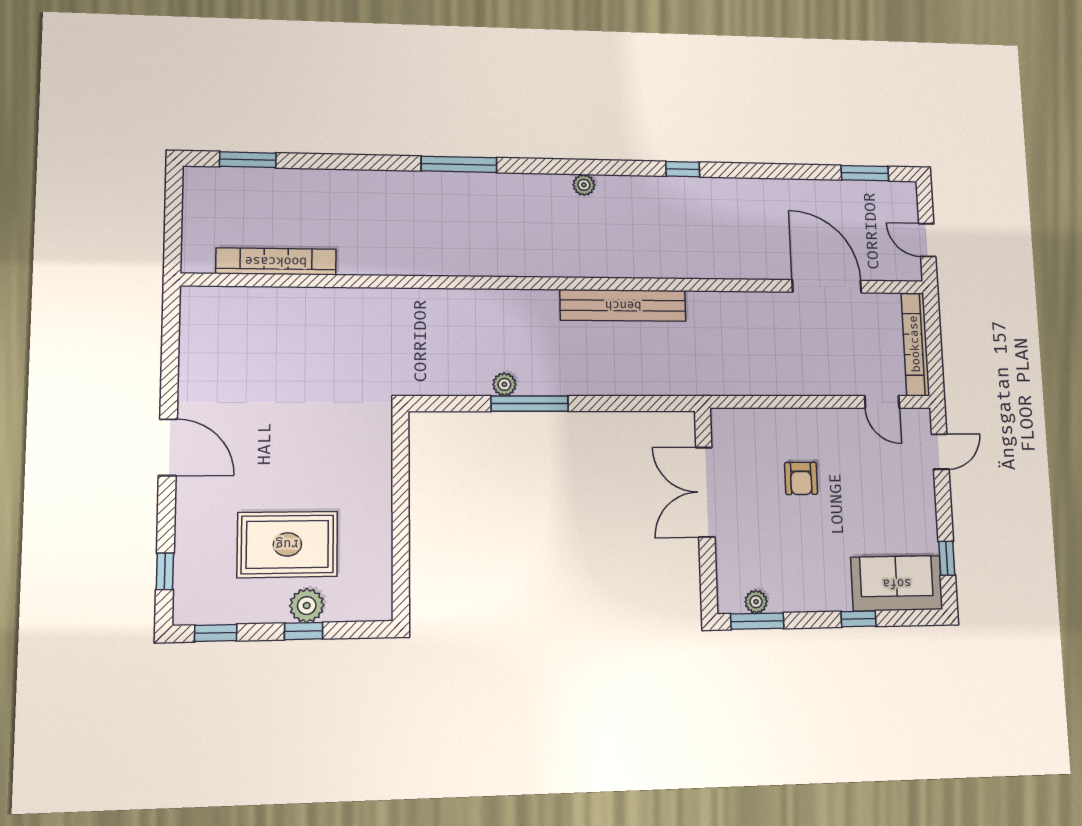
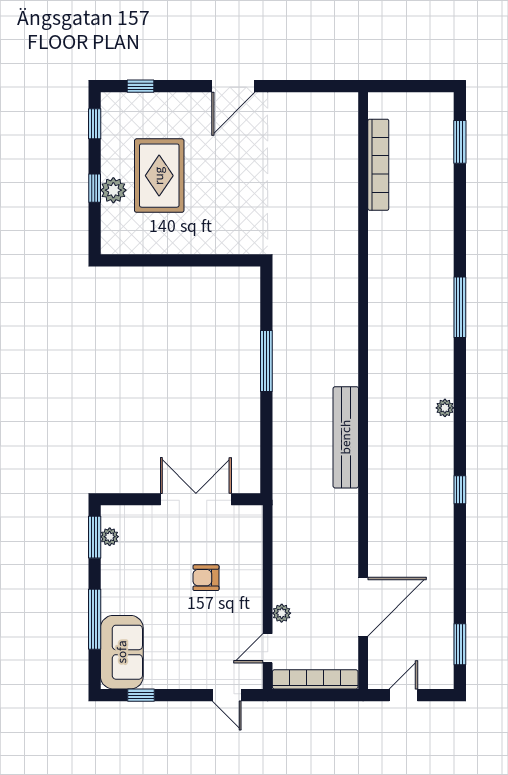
plant: (504, 384) -> (282, 613), moved
window: (858, 619) -> (95, 619), width x2.17

